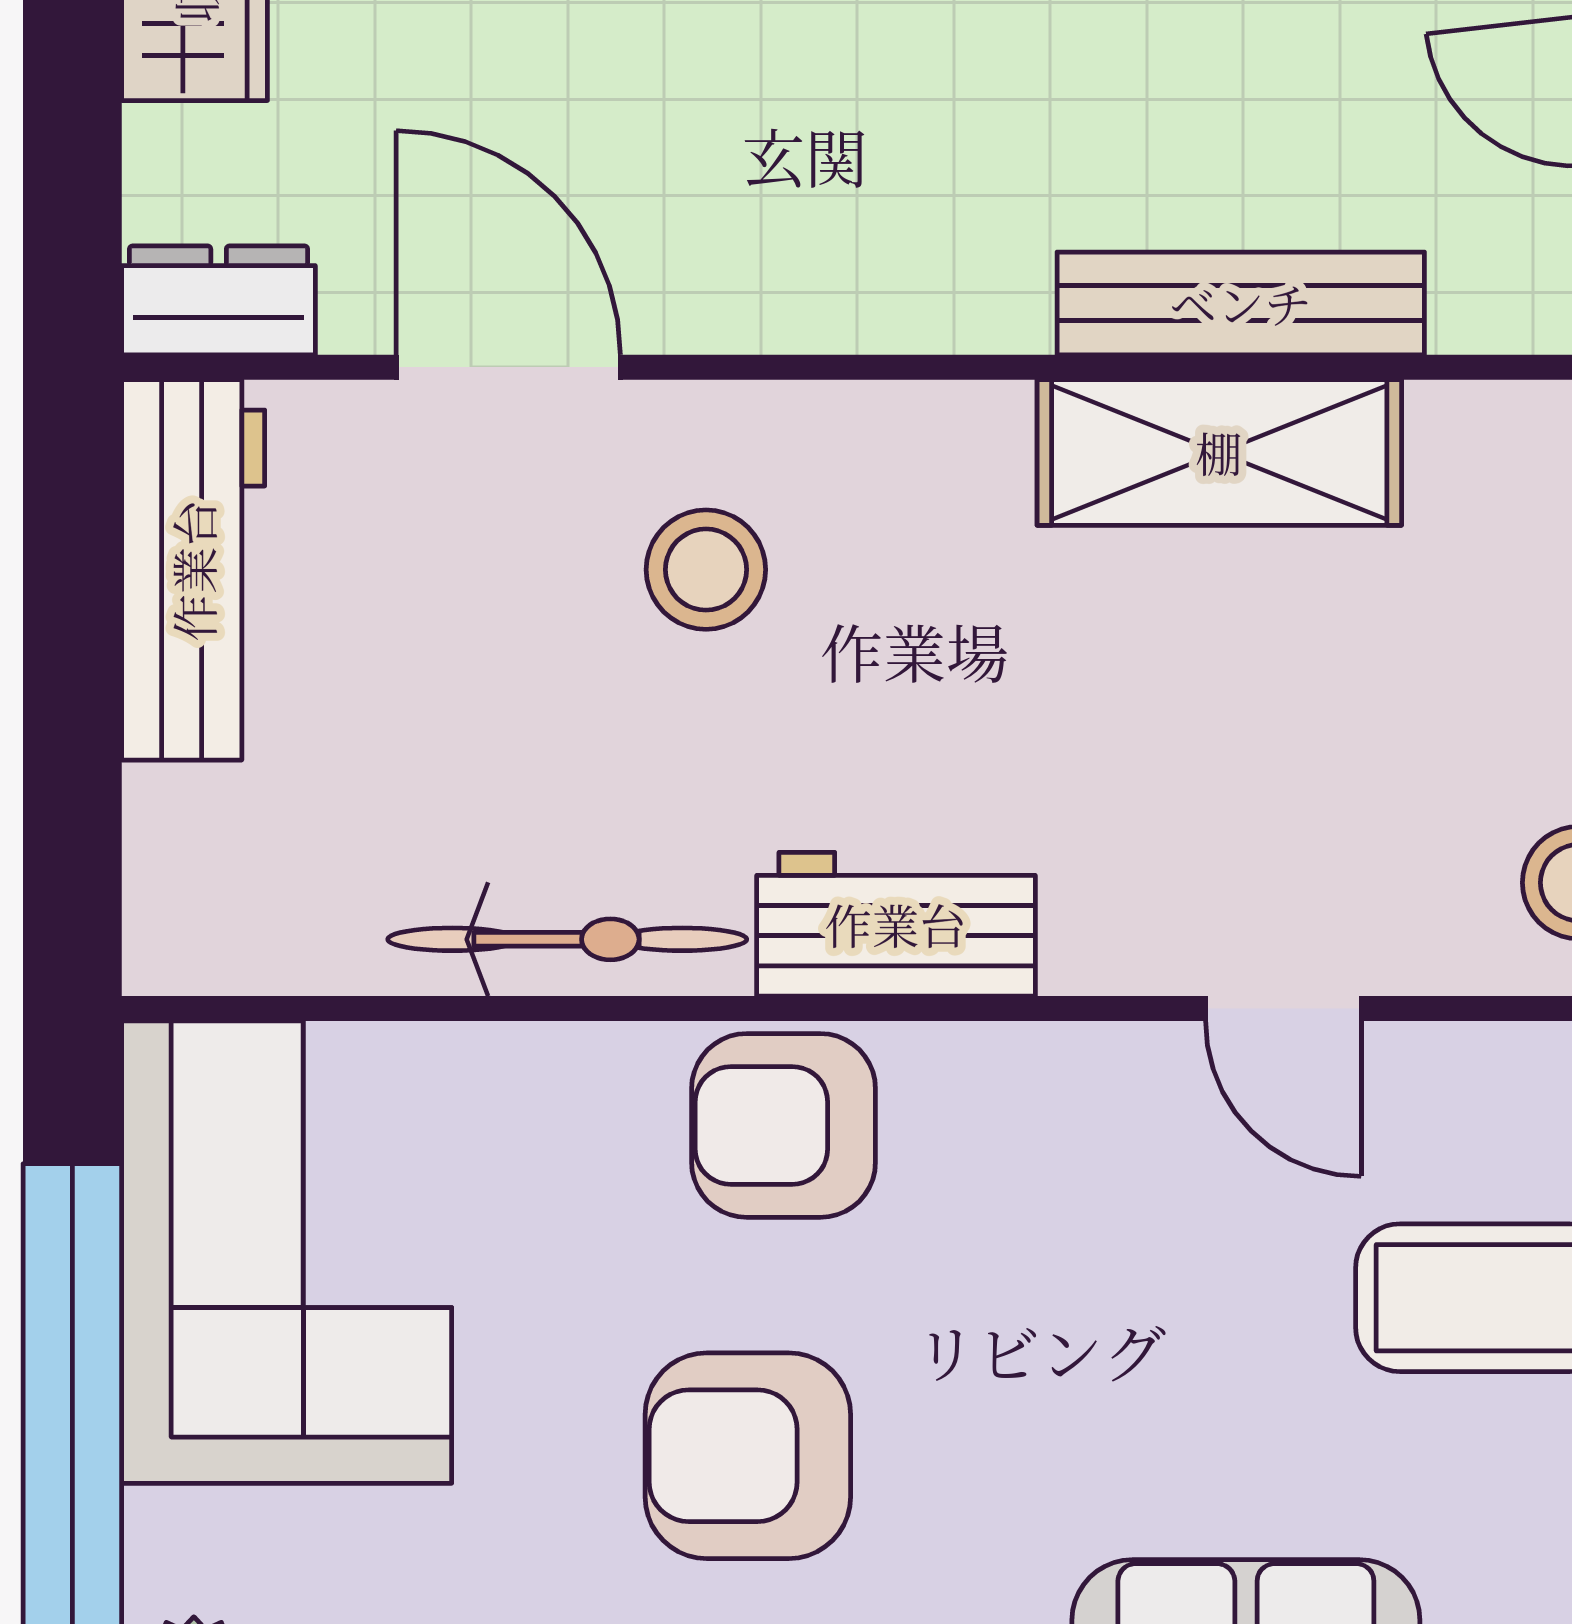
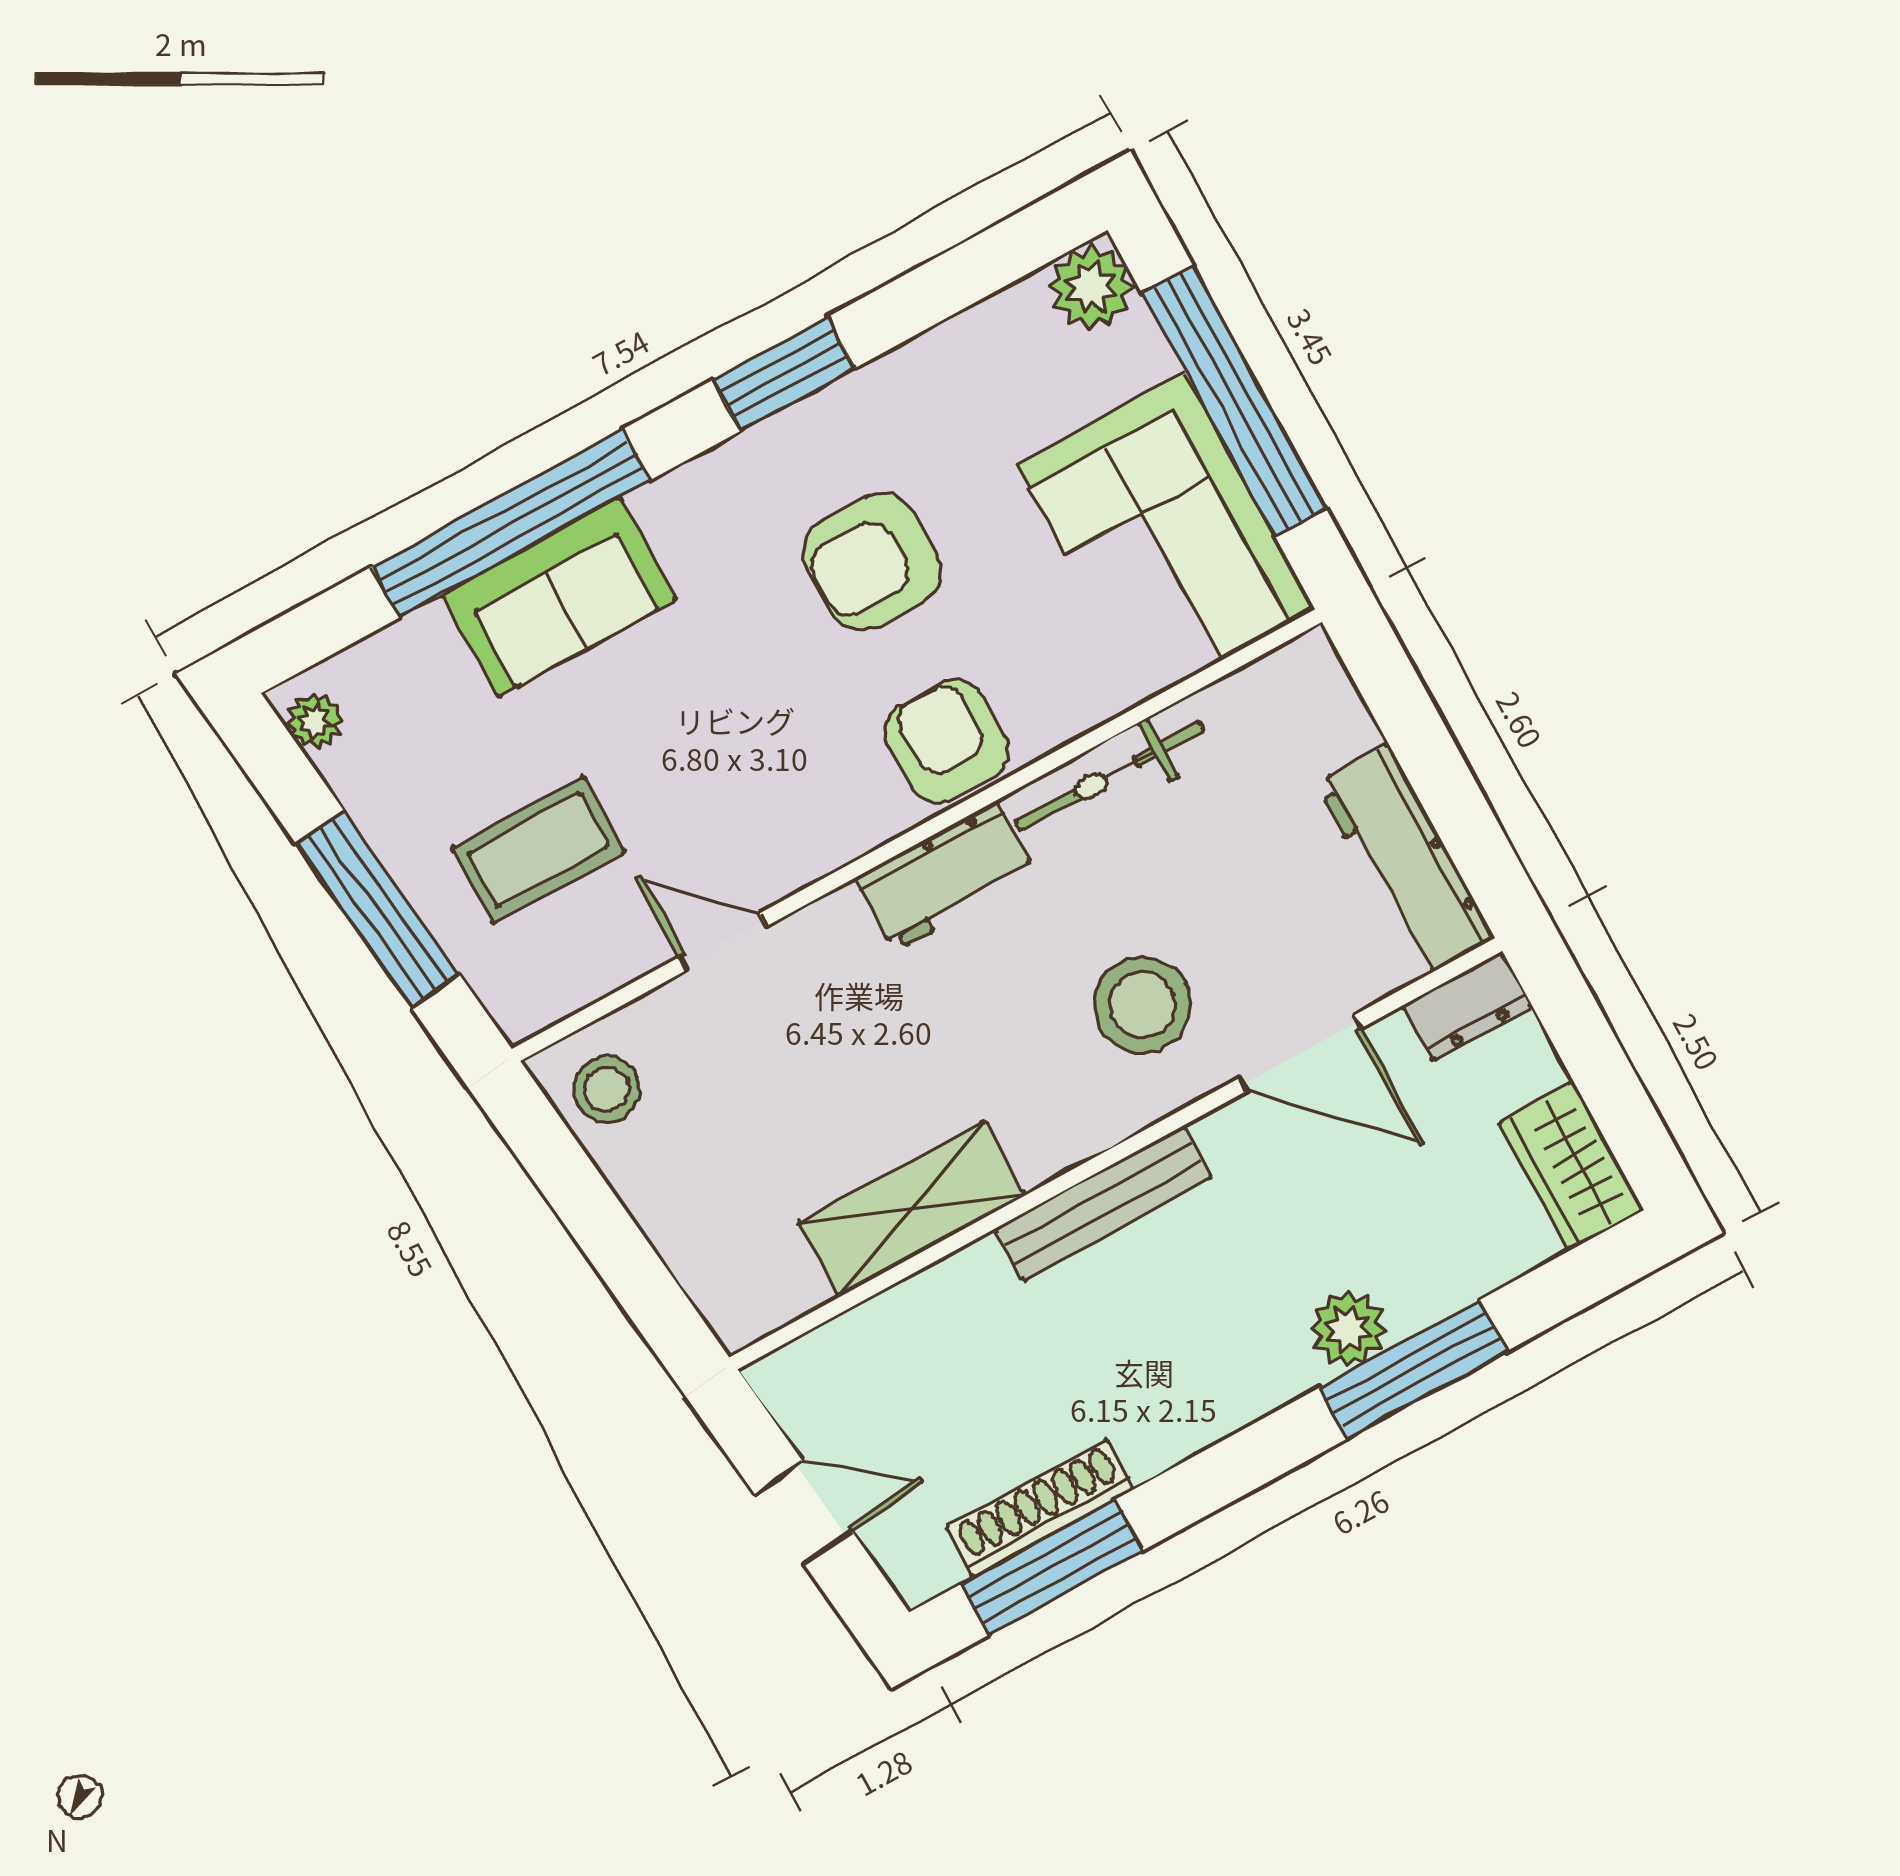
bench: (1241, 303) -> (1103, 1204), moved
stool: (706, 570) -> (1142, 1005), width x1.38, depth x1.38
armchair: (784, 1125) -> (946, 741), turned -90
armchair: (748, 1456) -> (872, 562), turned 180

